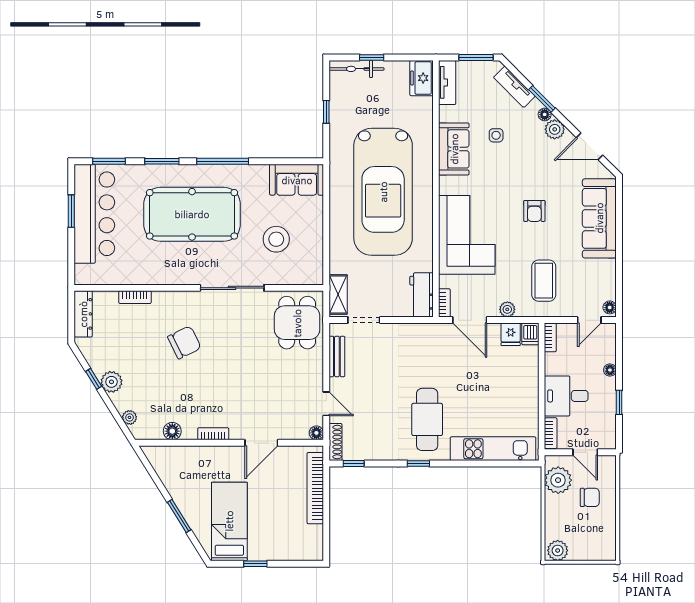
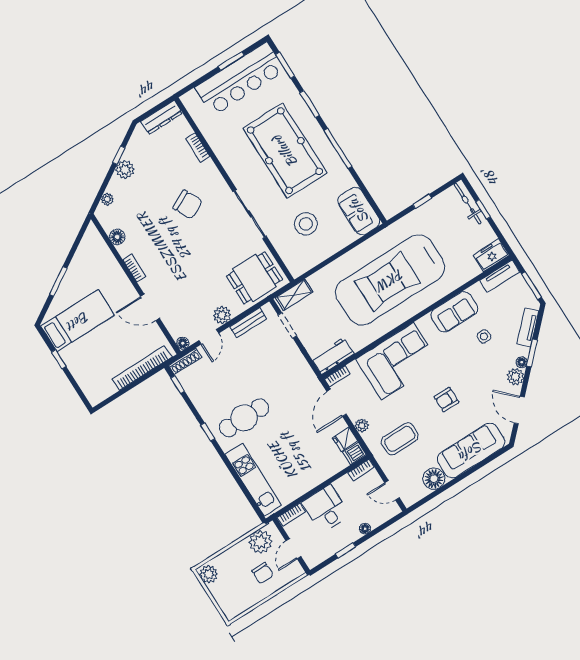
floor lamp: (610, 307) -> (434, 479), moved, width x1.89, depth x1.89
plant: (313, 377) -> (222, 315), added

